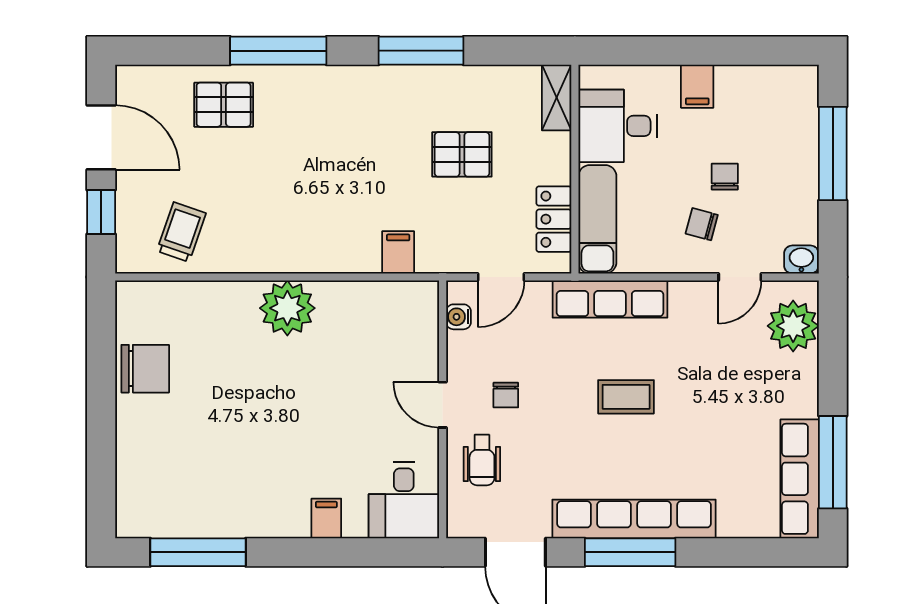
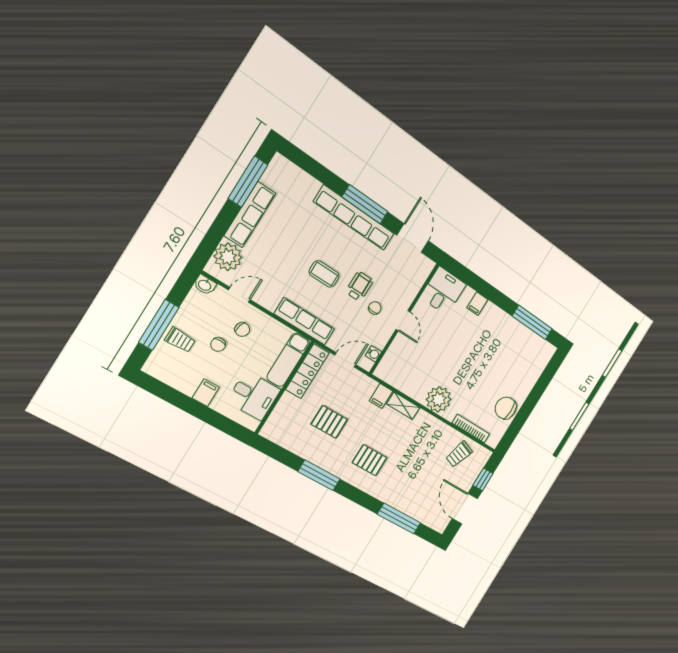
window: (278, 51) -> (399, 519), moved
shelving: (557, 97) -> (403, 406), moved, turned 90
pallet: (224, 105) -> (370, 460), moved
trolley: (787, 149) -> (180, 340), added
locker: (554, 219) -> (307, 371), width x1.53
bookcase: (189, 292) -> (471, 429), added
wheelchair: (482, 460) -> (359, 286), moved
row of seats: (800, 479) -> (250, 214), moved

